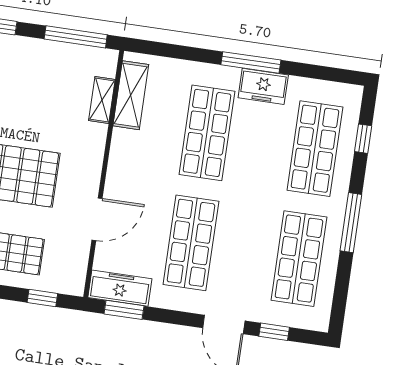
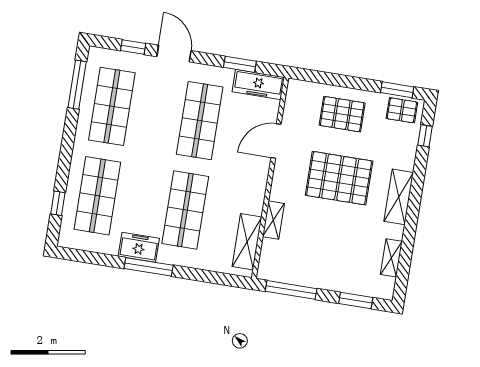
shelving: (102, 100) -> (273, 220), moved
window: (351, 223) -> (77, 85), moved
window: (42, 298) -> (322, 78), removed
window: (124, 310) -> (240, 64), moved

